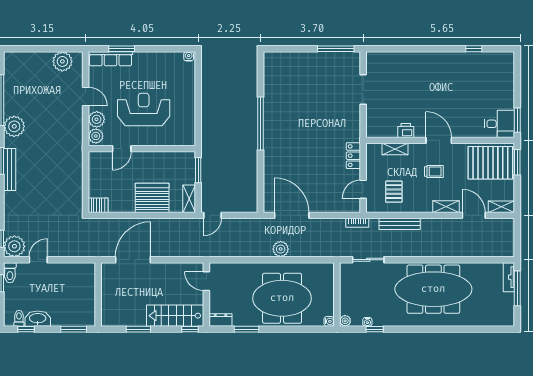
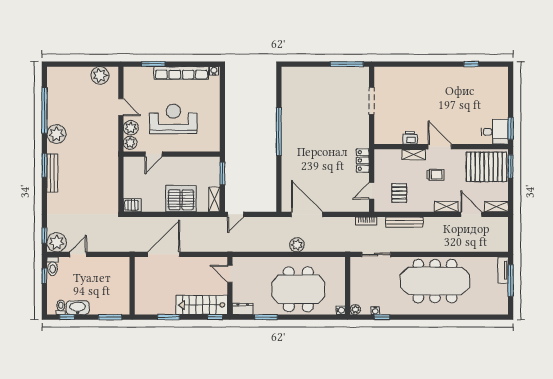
row of seats: (110, 59) -> (181, 73), moved, width x1.36
shelving: (395, 149) -> (414, 154), moved

